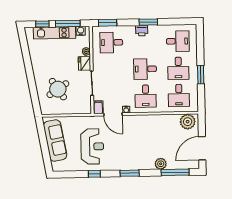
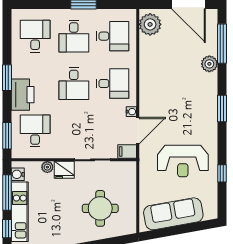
printer: (142, 31) -> (23, 95), width x1.87, depth x1.48
desk: (111, 42) -> (35, 131), turned 180
desk: (178, 68) -> (74, 36), turned 90
round table: (58, 89) -> (100, 208), turned 34
reception desk: (92, 146) -> (183, 161), turned 180
window: (94, 174) -> (222, 173), moved

